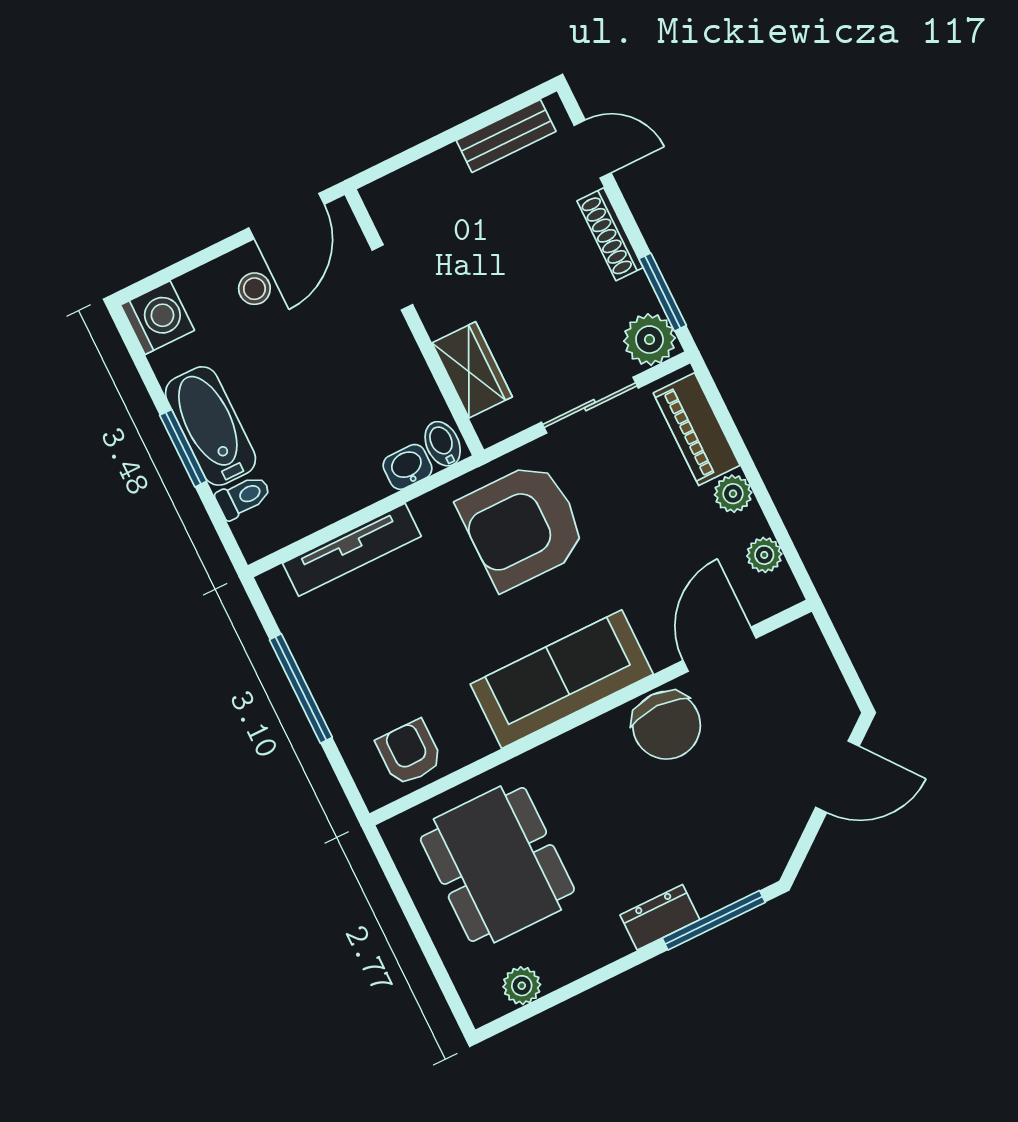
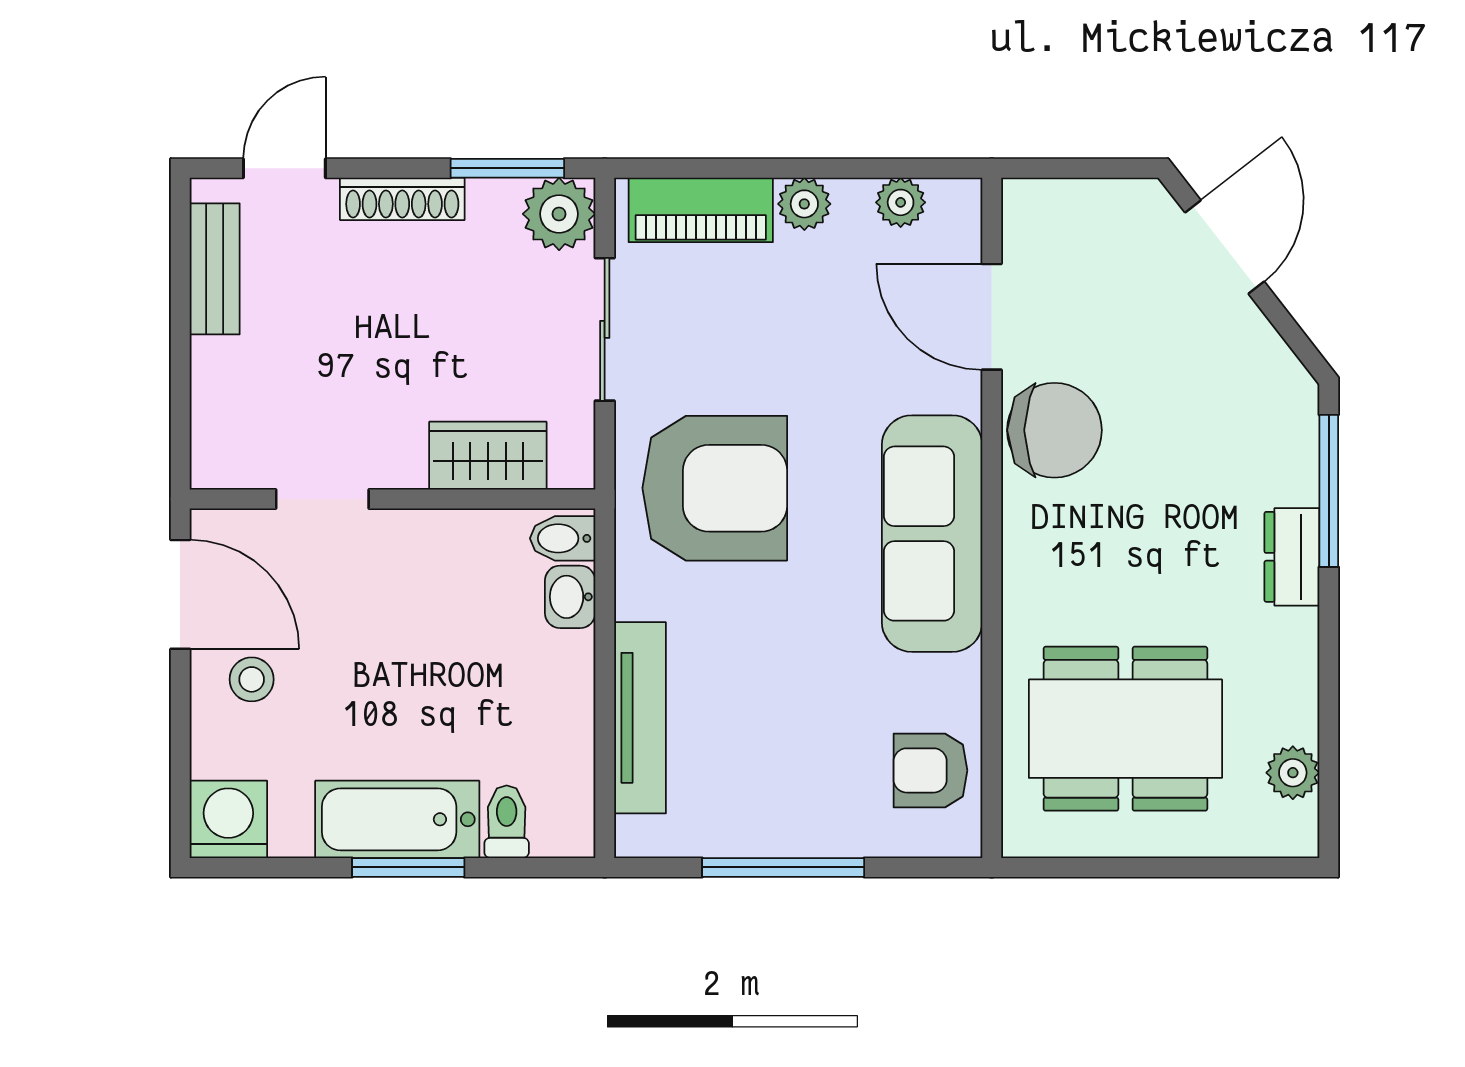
armchair: (523, 526) -> (715, 488), turned -90

